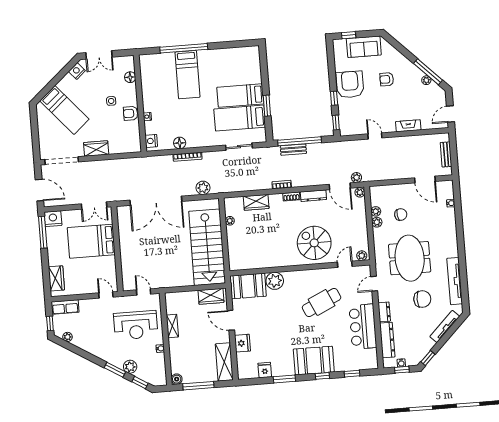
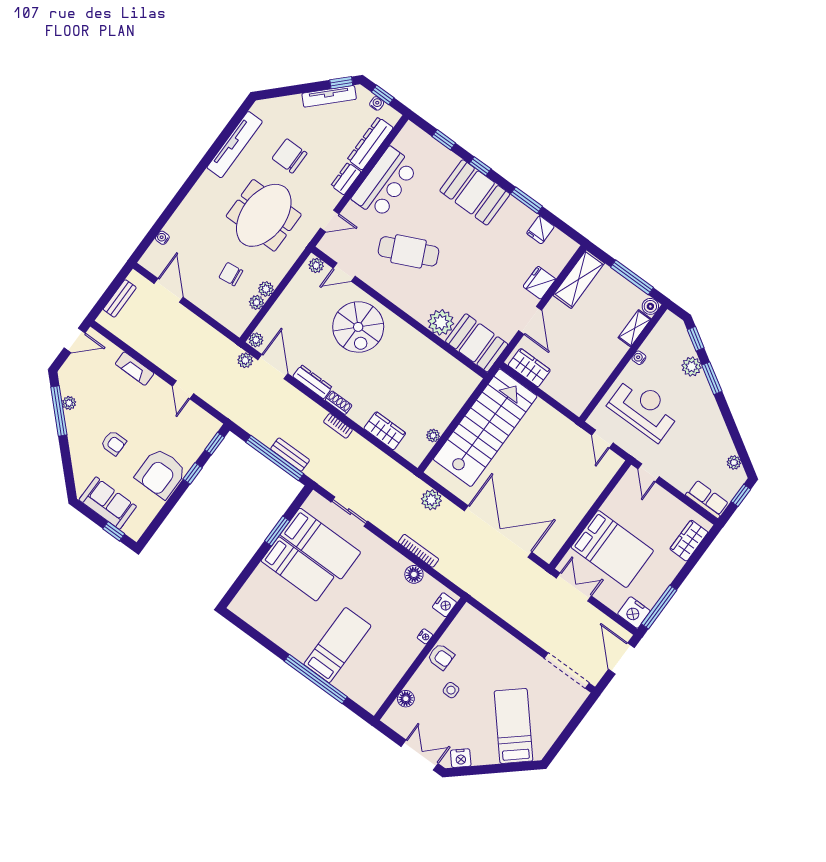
wardrobe: (96, 149) -> (515, 650), removed
shelving: (172, 326) -> (635, 328), moved
tv unit: (445, 327) -> (329, 96), moved

